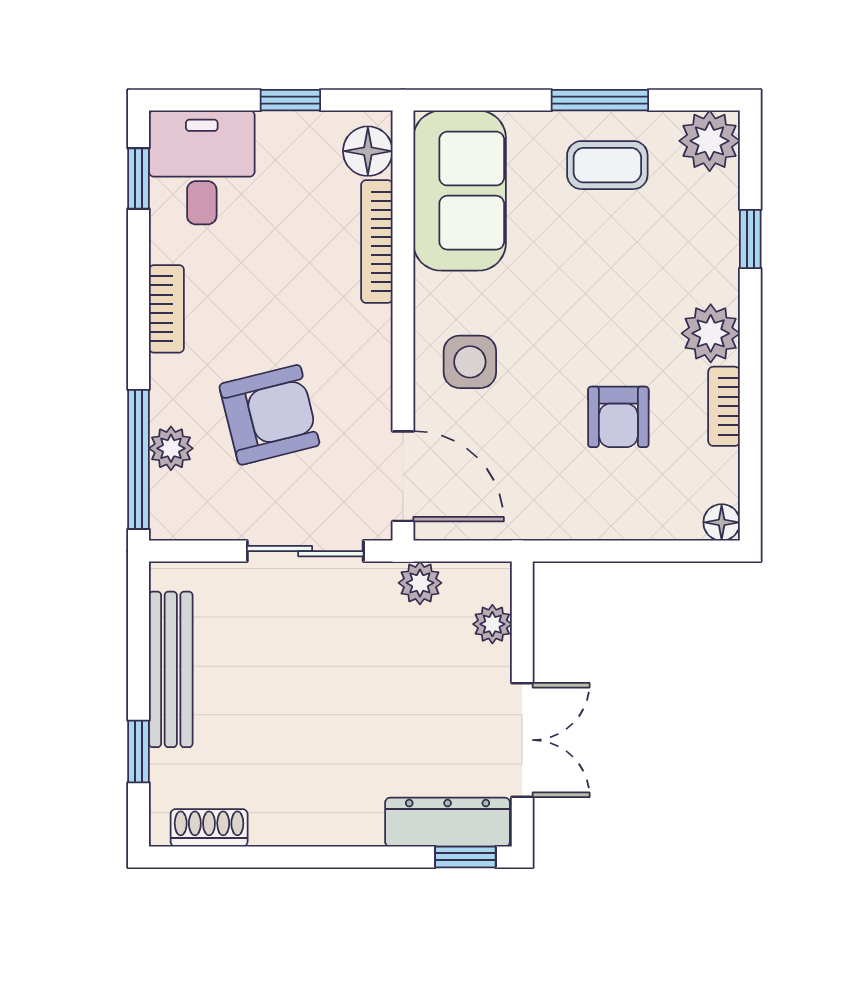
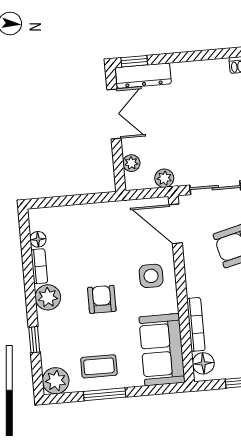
armchair: (618, 417) -> (102, 299), moved
floor lamp: (722, 522) -> (38, 239), moved
double door: (522, 740) -> (114, 114), swing flipped

